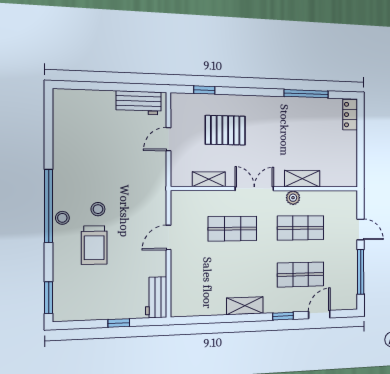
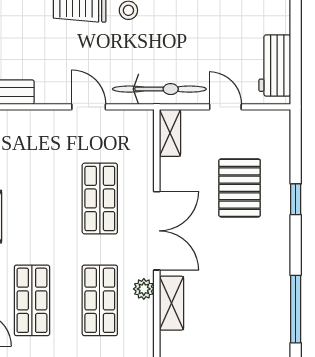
window: (204, 90) -> (296, 199), moved
shelving: (209, 179) -> (170, 133), moved
bicycle: (156, 187) -> (159, 89), added
double door: (254, 189) -> (157, 231), width x1.37

